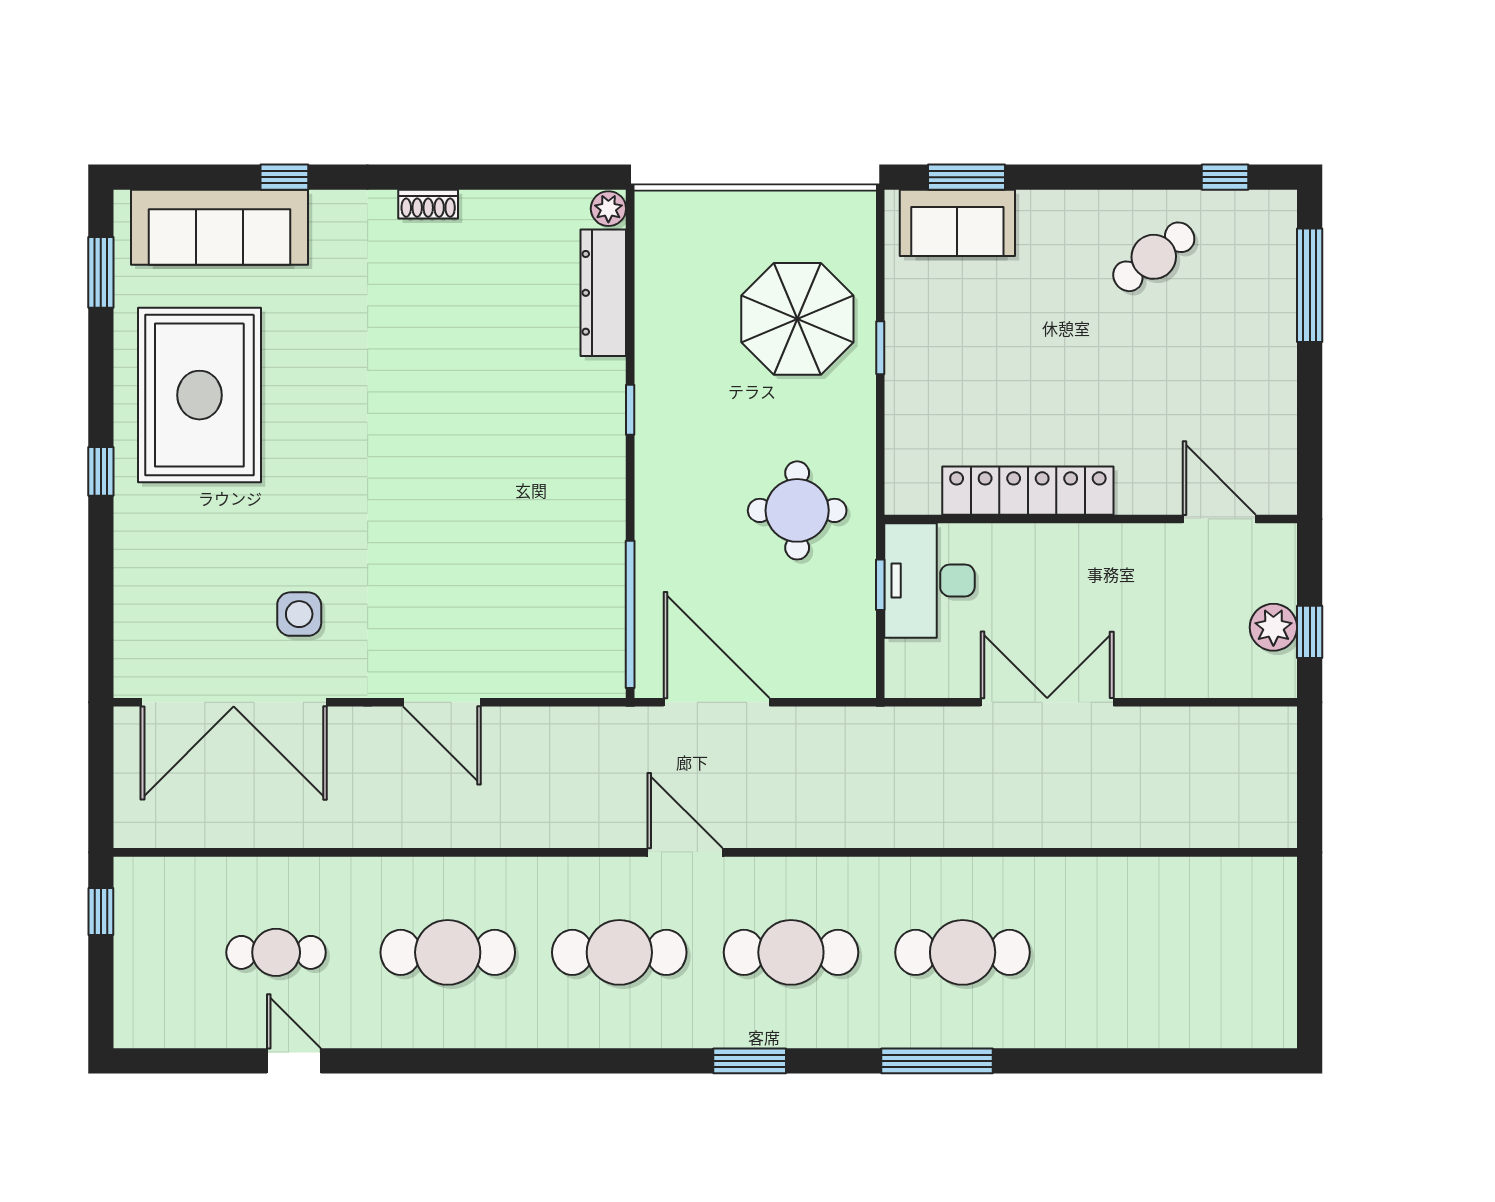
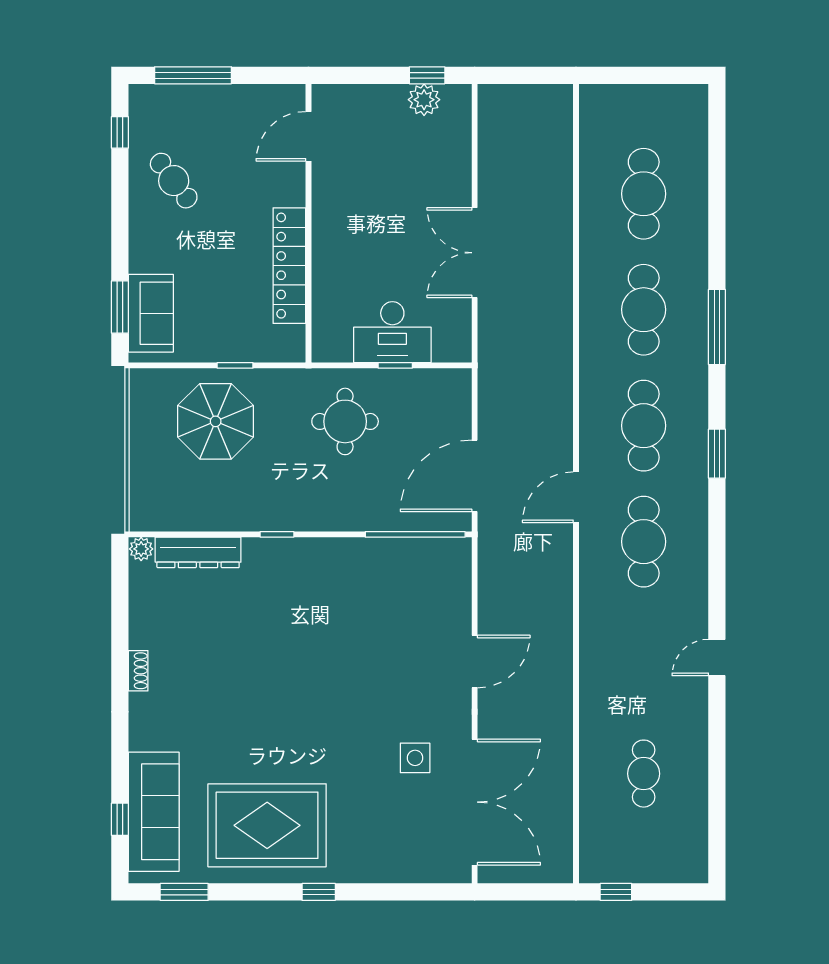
window: (284, 177) -> (120, 819), moved
locker: (1028, 491) -> (289, 266), moved
wall: (1091, 519) -> (309, 223), moved
door: (1219, 519) -> (309, 136), moved
cafe table: (448, 952) -> (644, 194), moved
door: (294, 1061) -> (717, 657), moved

